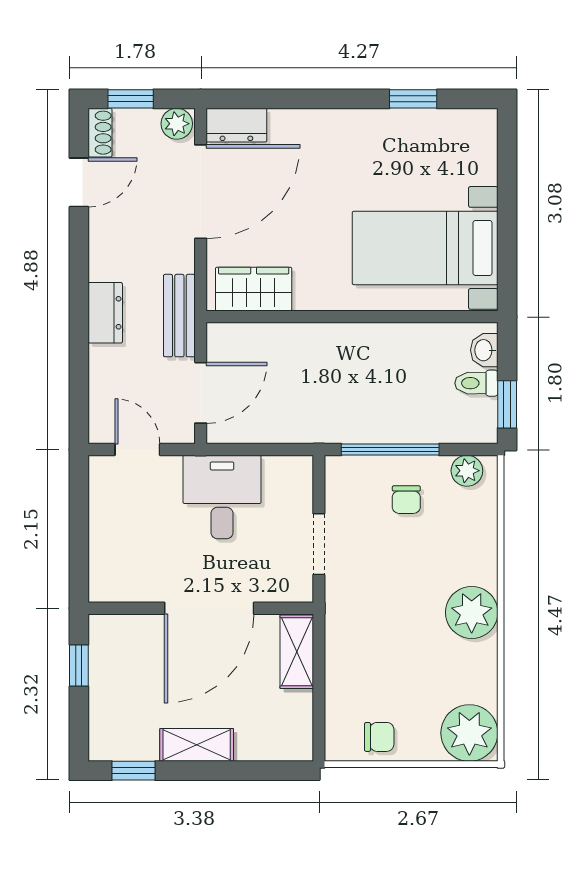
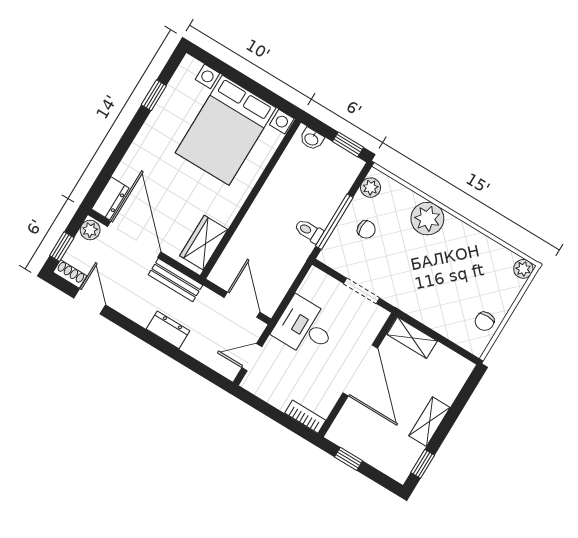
bed with nightstands: (425, 248) -> (226, 130), width x1.36
bench: (179, 316) -> (175, 280), moved
toilet: (476, 383) -> (309, 231), moved, turned 90
bookcase: (101, 572) -> (305, 417), added
plant: (472, 612) -> (427, 219), moved
plant: (469, 733) -> (523, 269), width x0.53, depth x0.53
chair: (379, 737) -> (485, 321), turned 180

